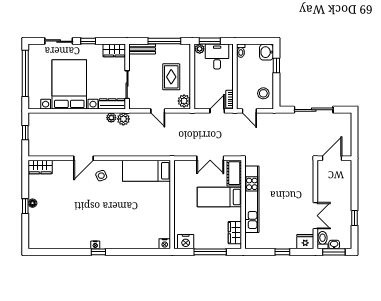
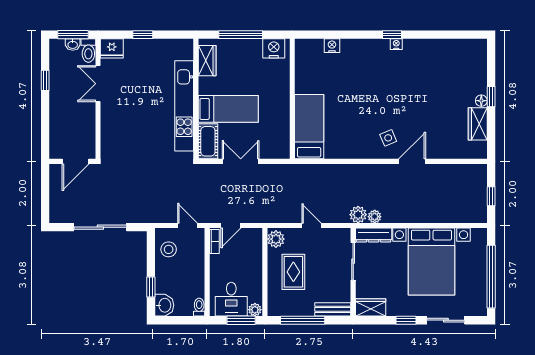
wardrobe: (40, 167) -> (478, 124), moved, turned -90
bed: (147, 171) -> (309, 127), moved, turned -90
nightstand: (165, 244) -> (332, 46), moved

